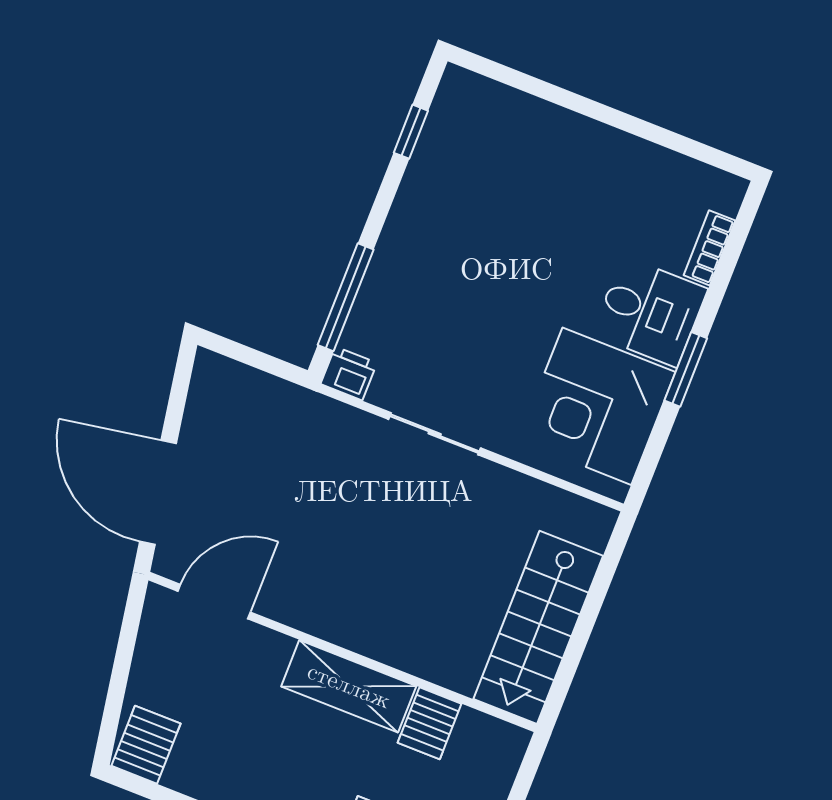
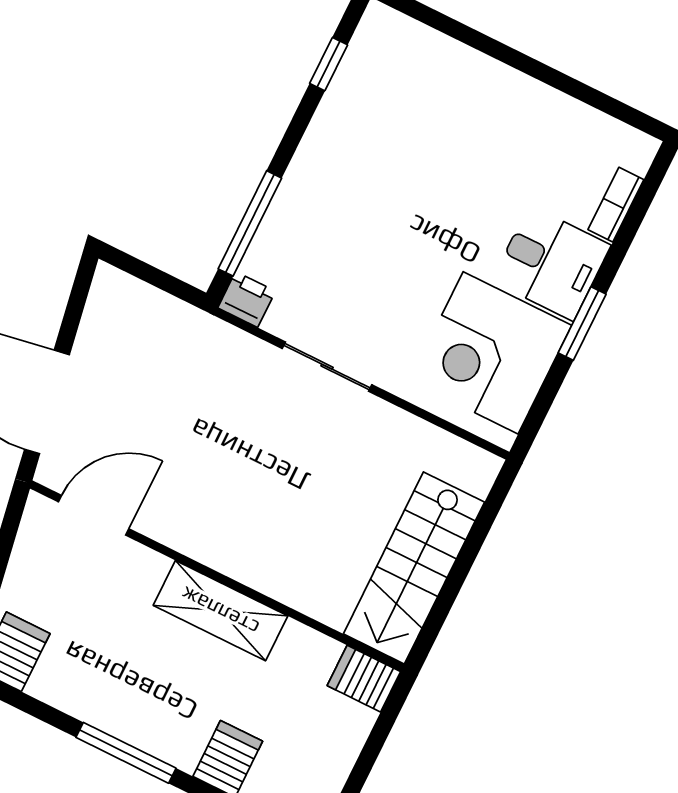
server rack: (430, 723) -> (364, 679), moved, turned 90

